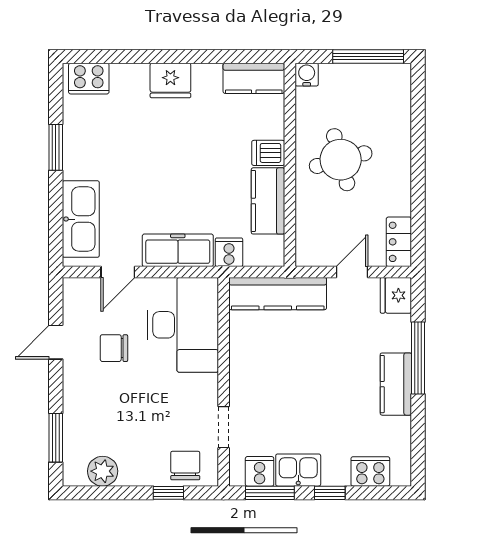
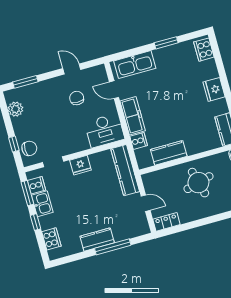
dishwasher: (268, 153) -> (192, 147), removed
fridge: (396, 295) -> (80, 165), moved, turned 180
desk: (183, 325) -> (104, 131), width x0.73, depth x0.77

